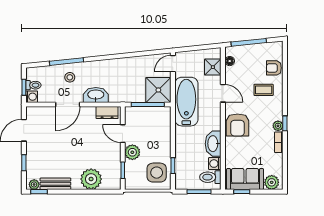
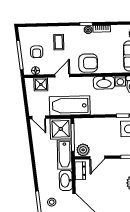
armchair: (274, 68) -> (37, 52), moved
bathtub: (127, 94) -> (65, 155), added
plant: (132, 152) -> (83, 150), moved

